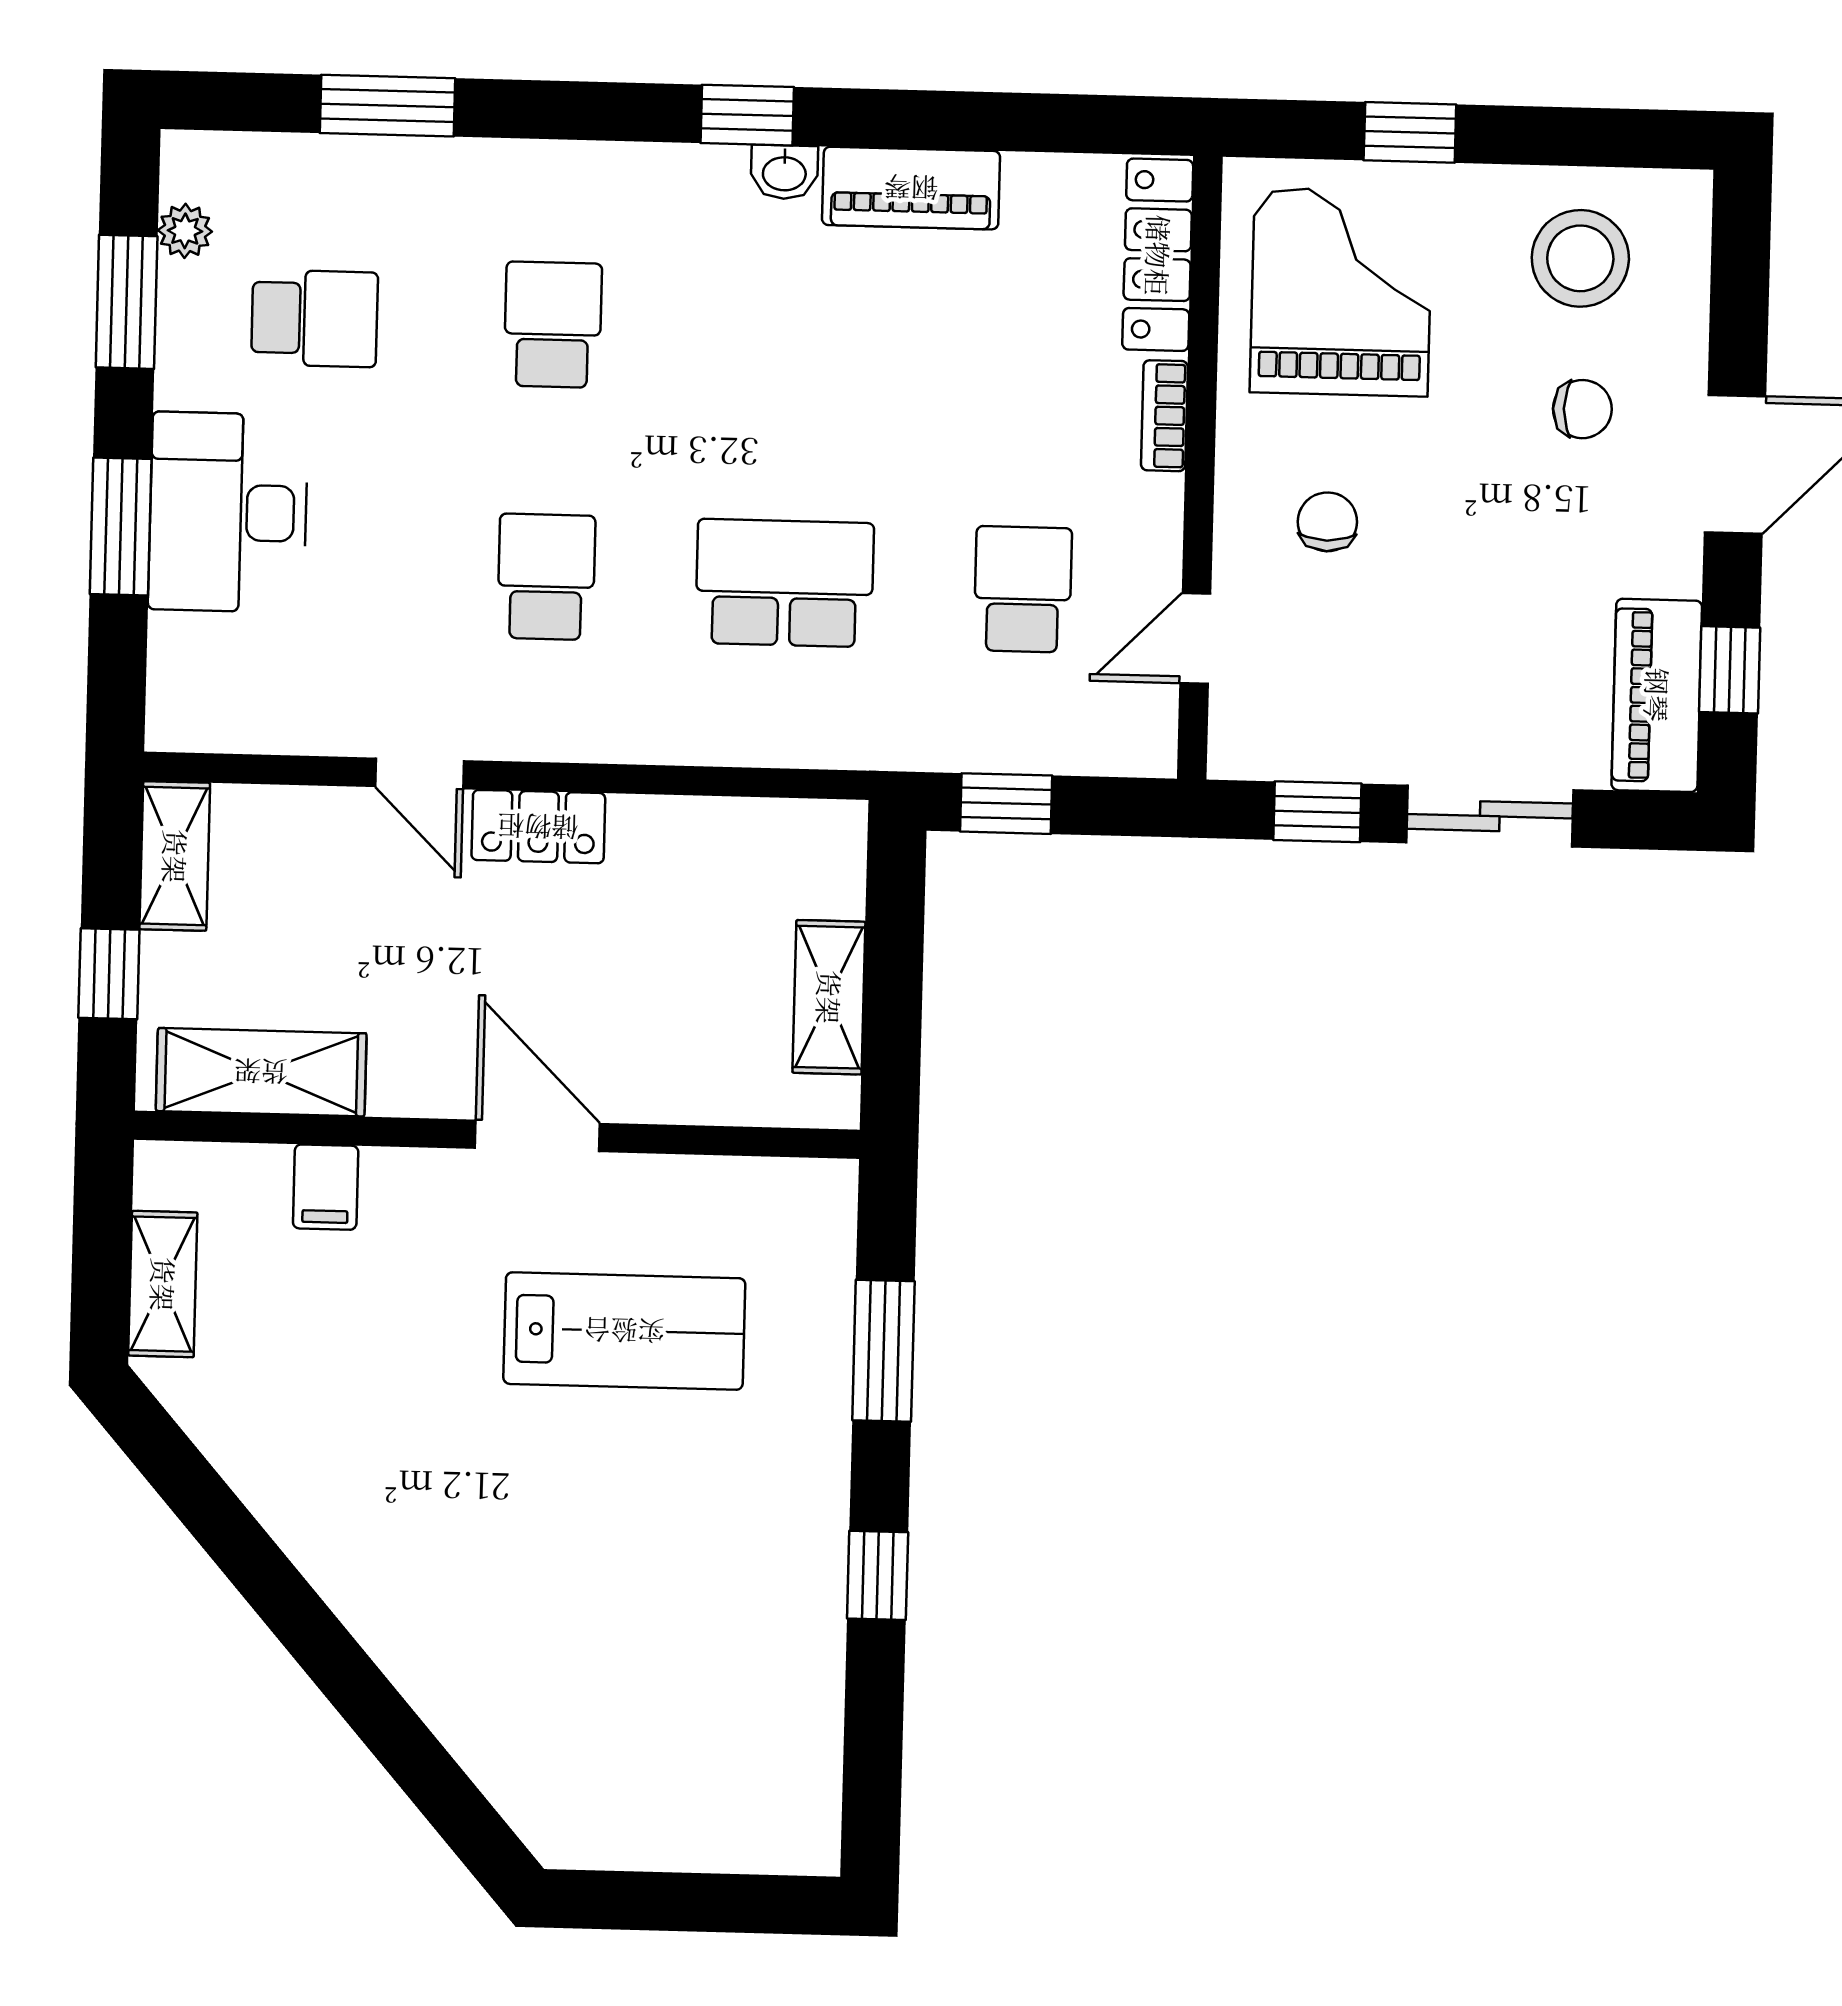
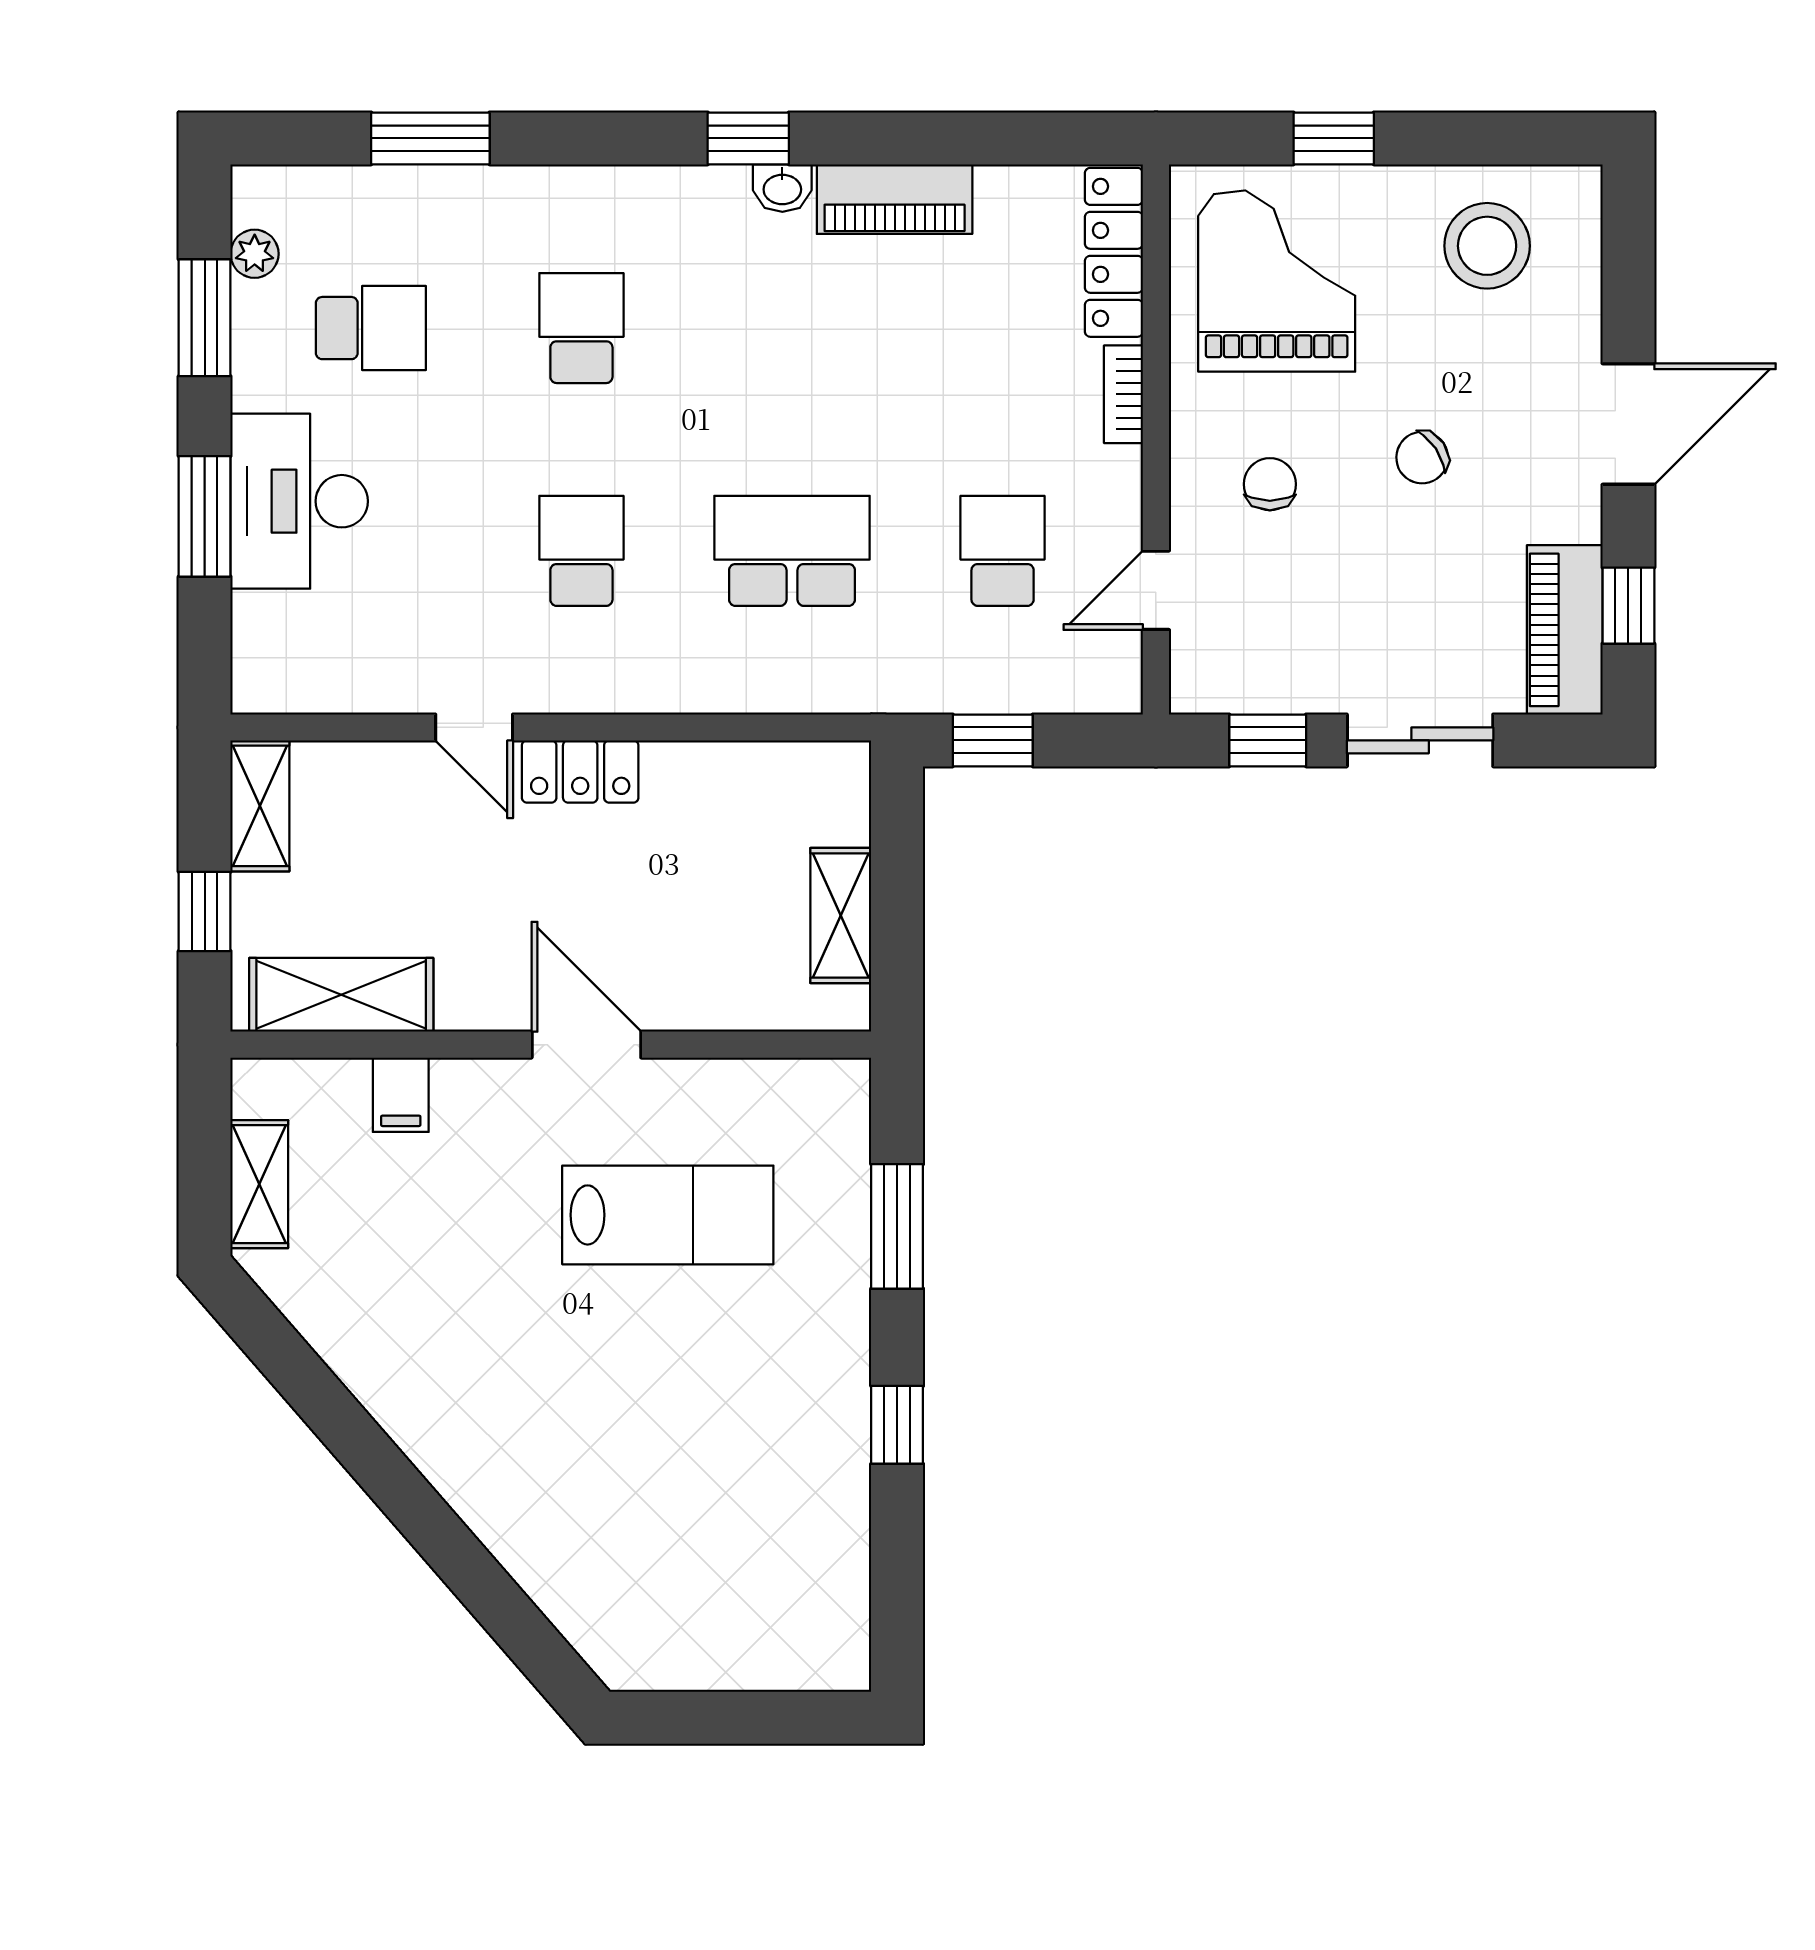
chair: (1582, 409) -> (1422, 458), moved, turned 146

